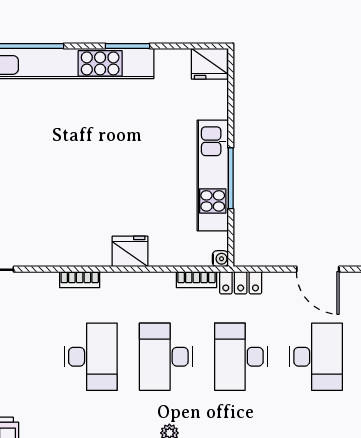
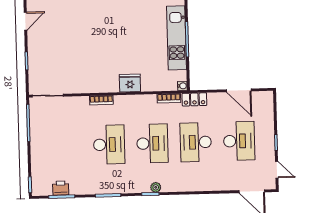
desk: (166, 357) -> (152, 143), turned 180

